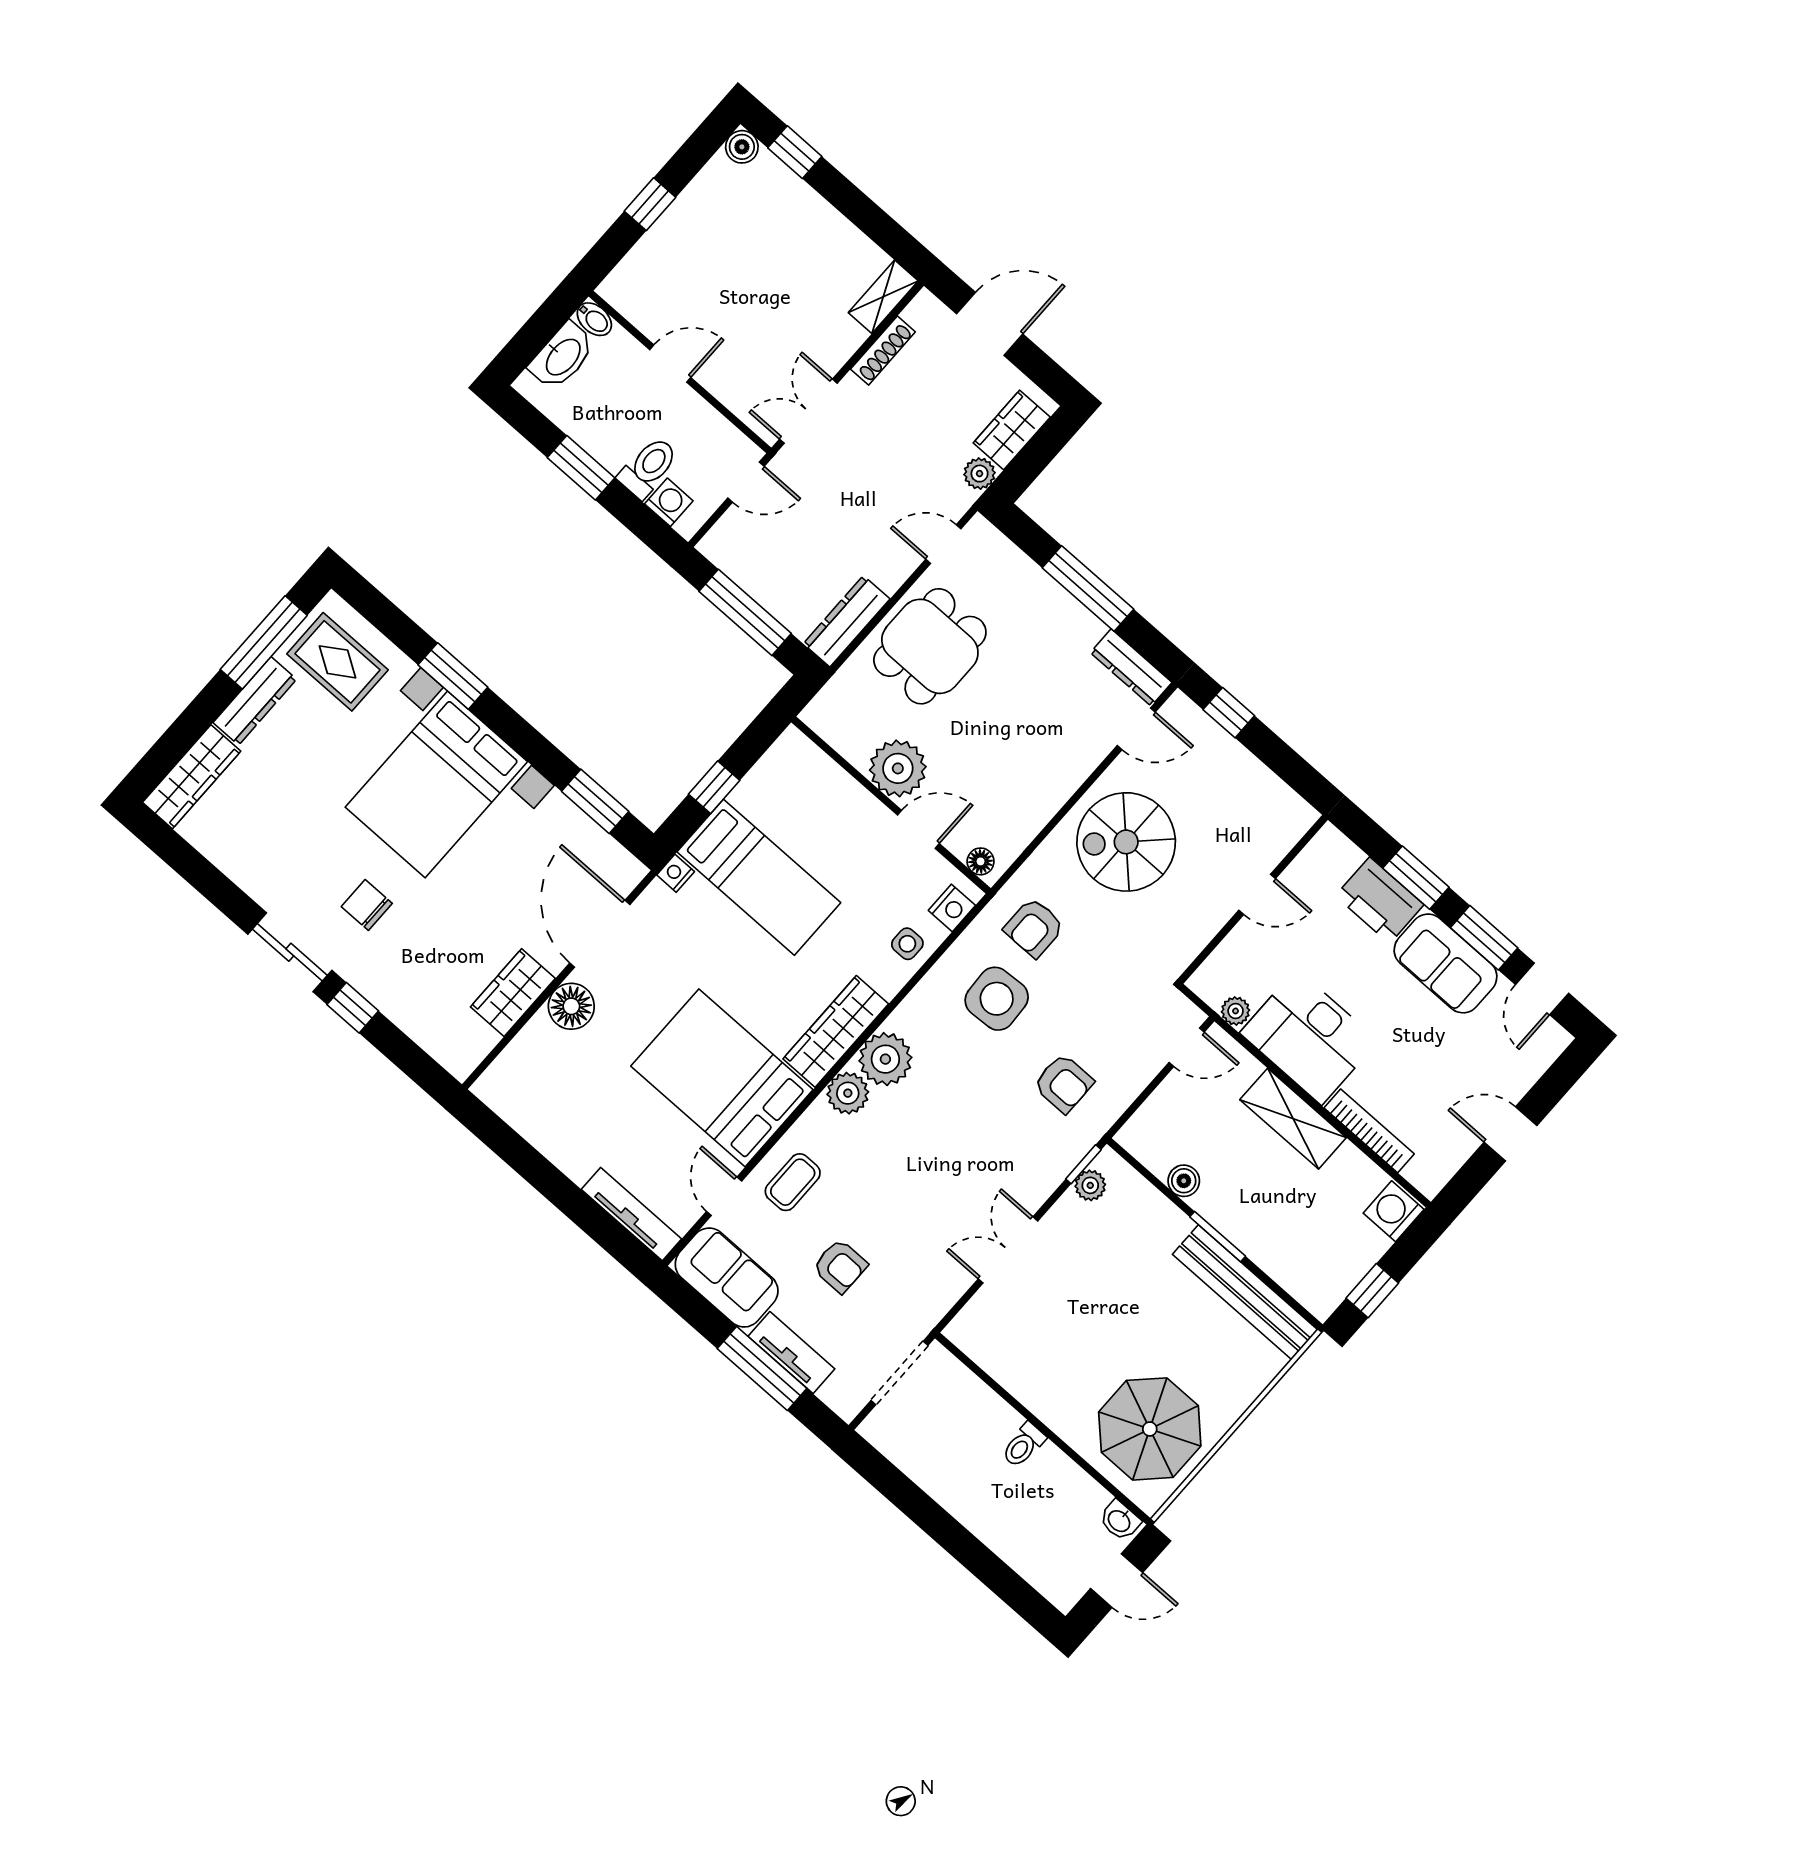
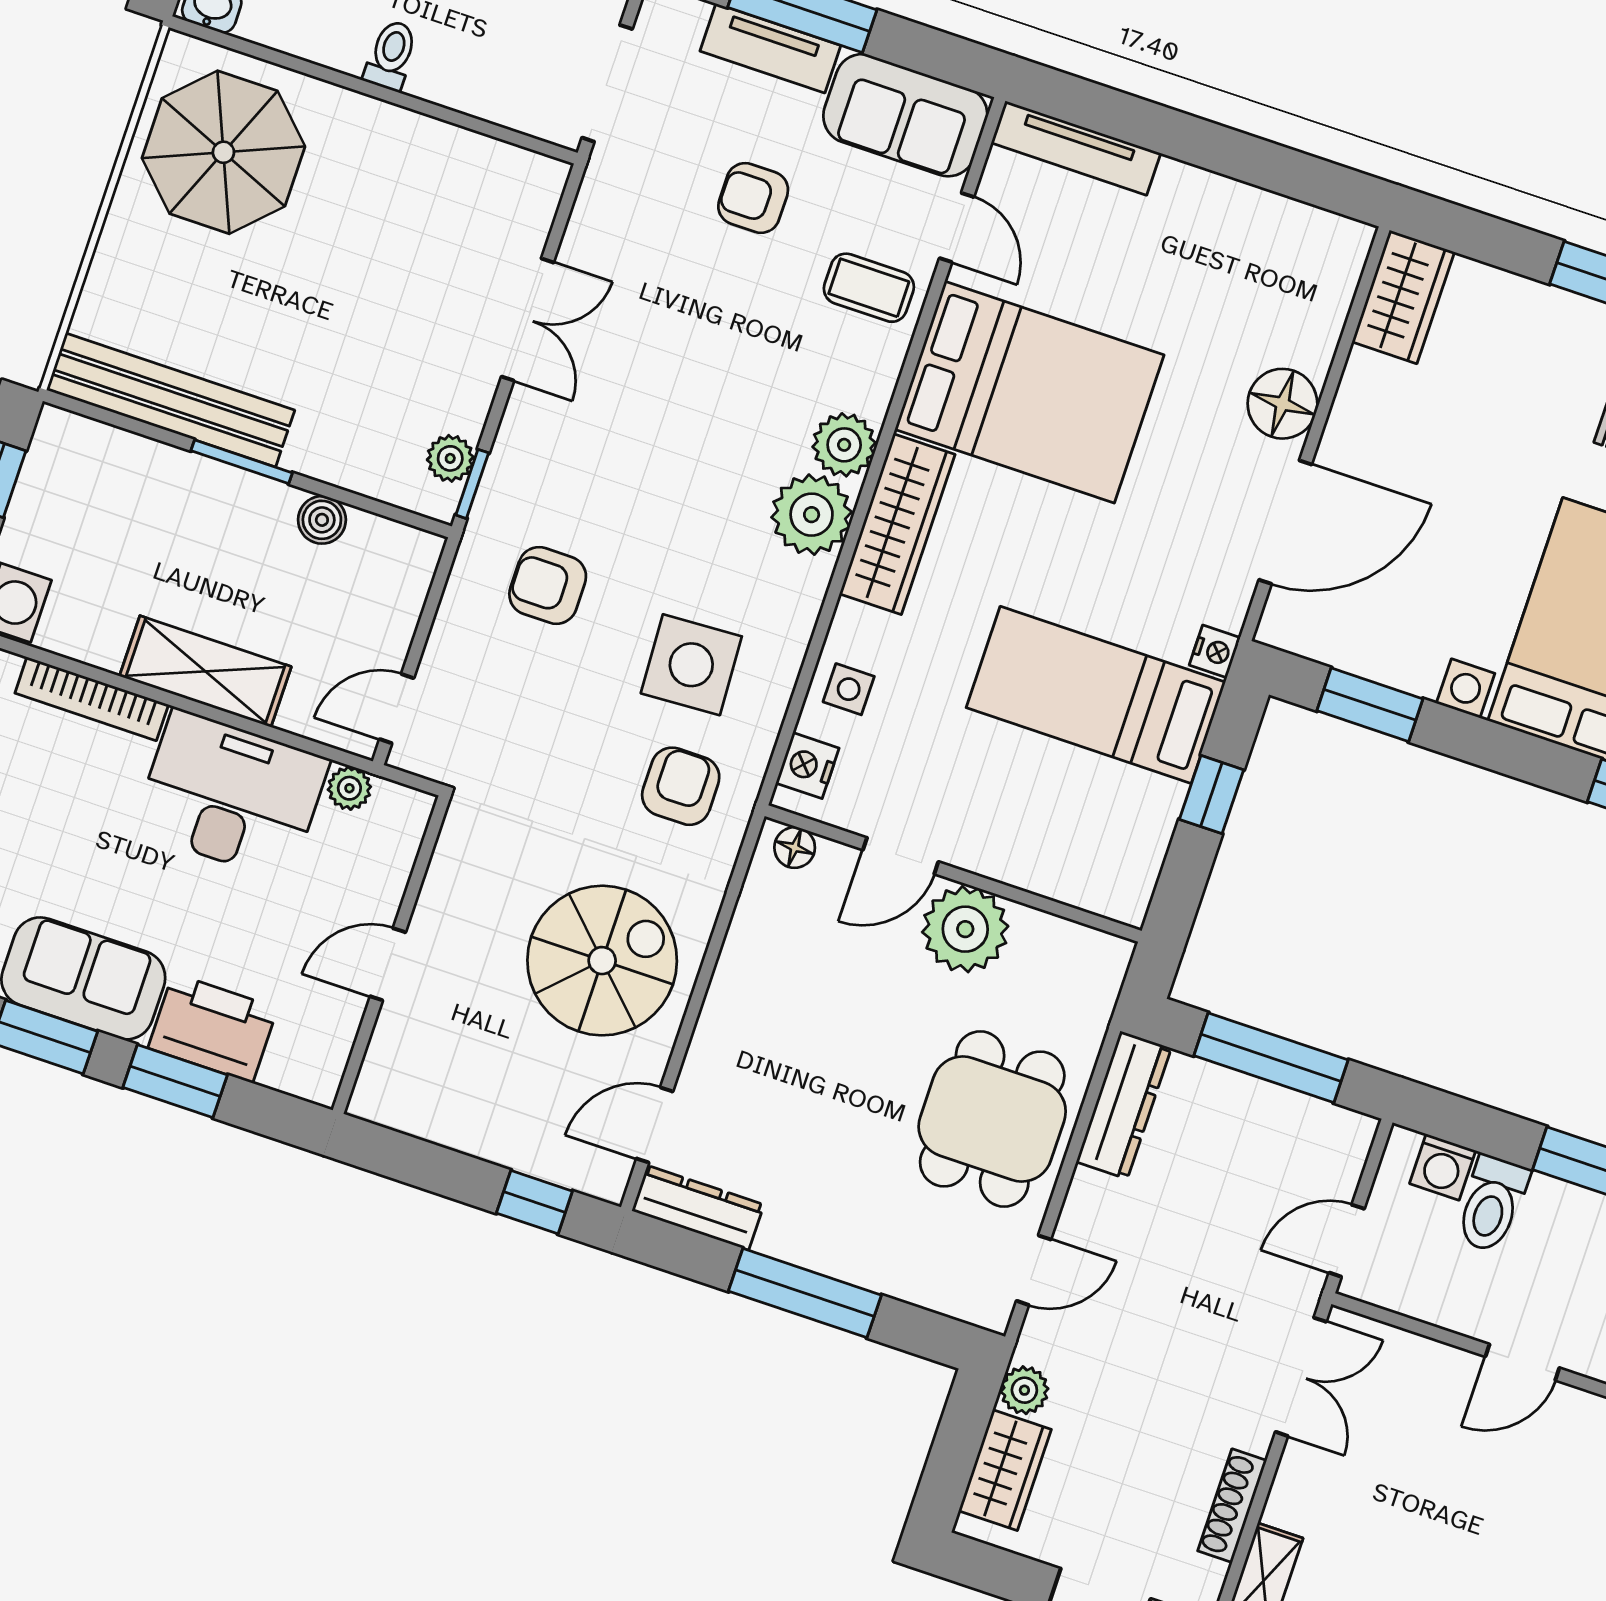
door: (600, 934) -> (1285, 522), hinge flipped
wardrobe: (513, 993) -> (1403, 297), moved
coffee table: (793, 1182) -> (869, 288), turned 90

